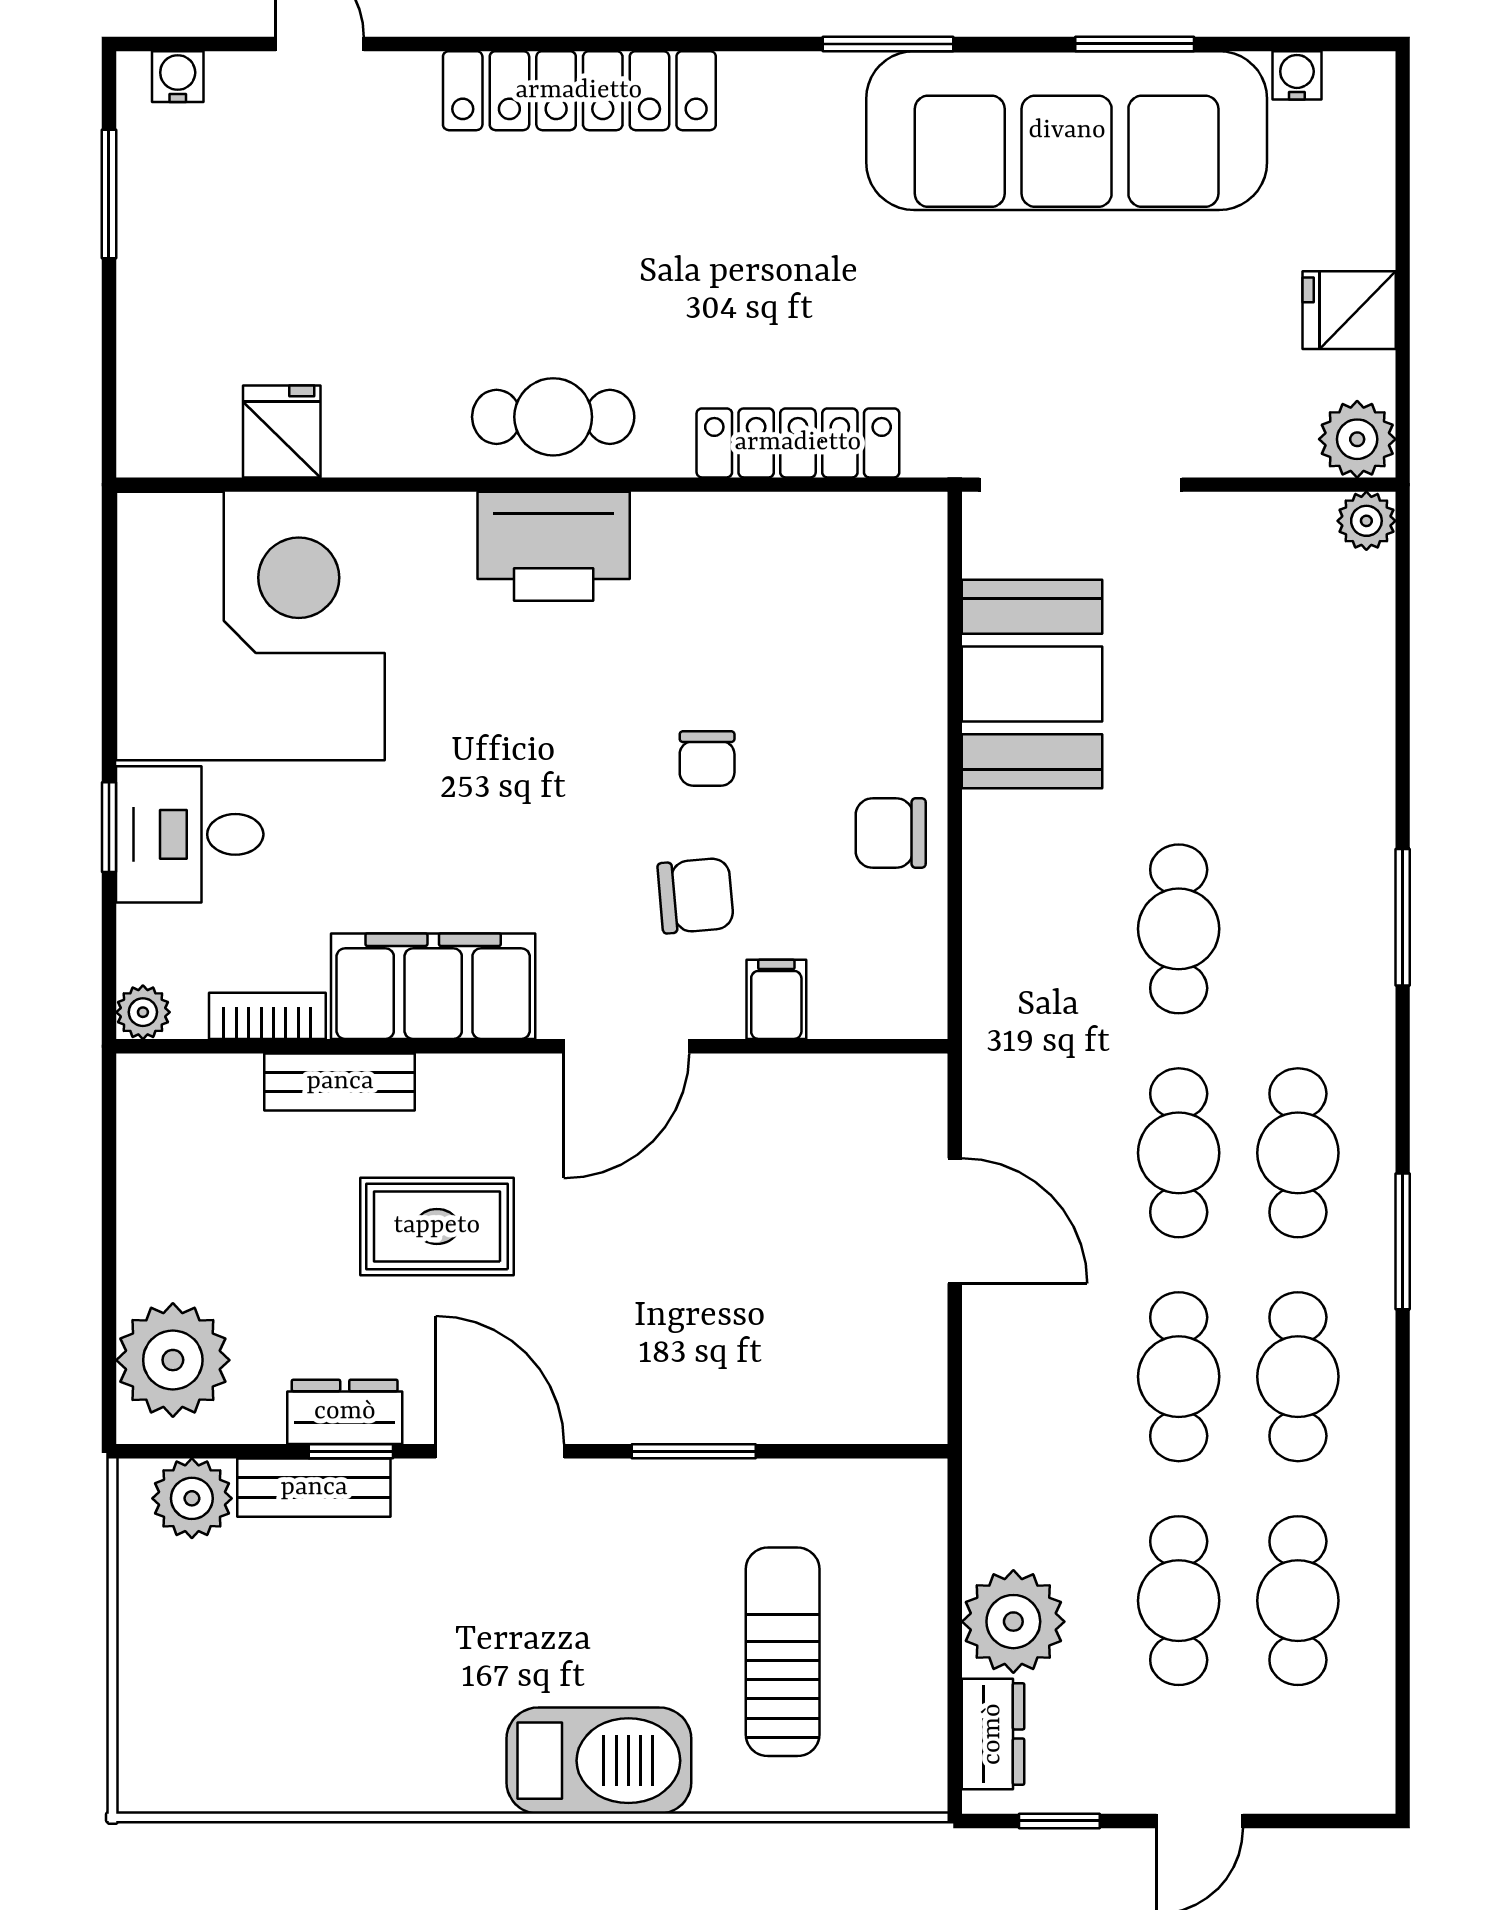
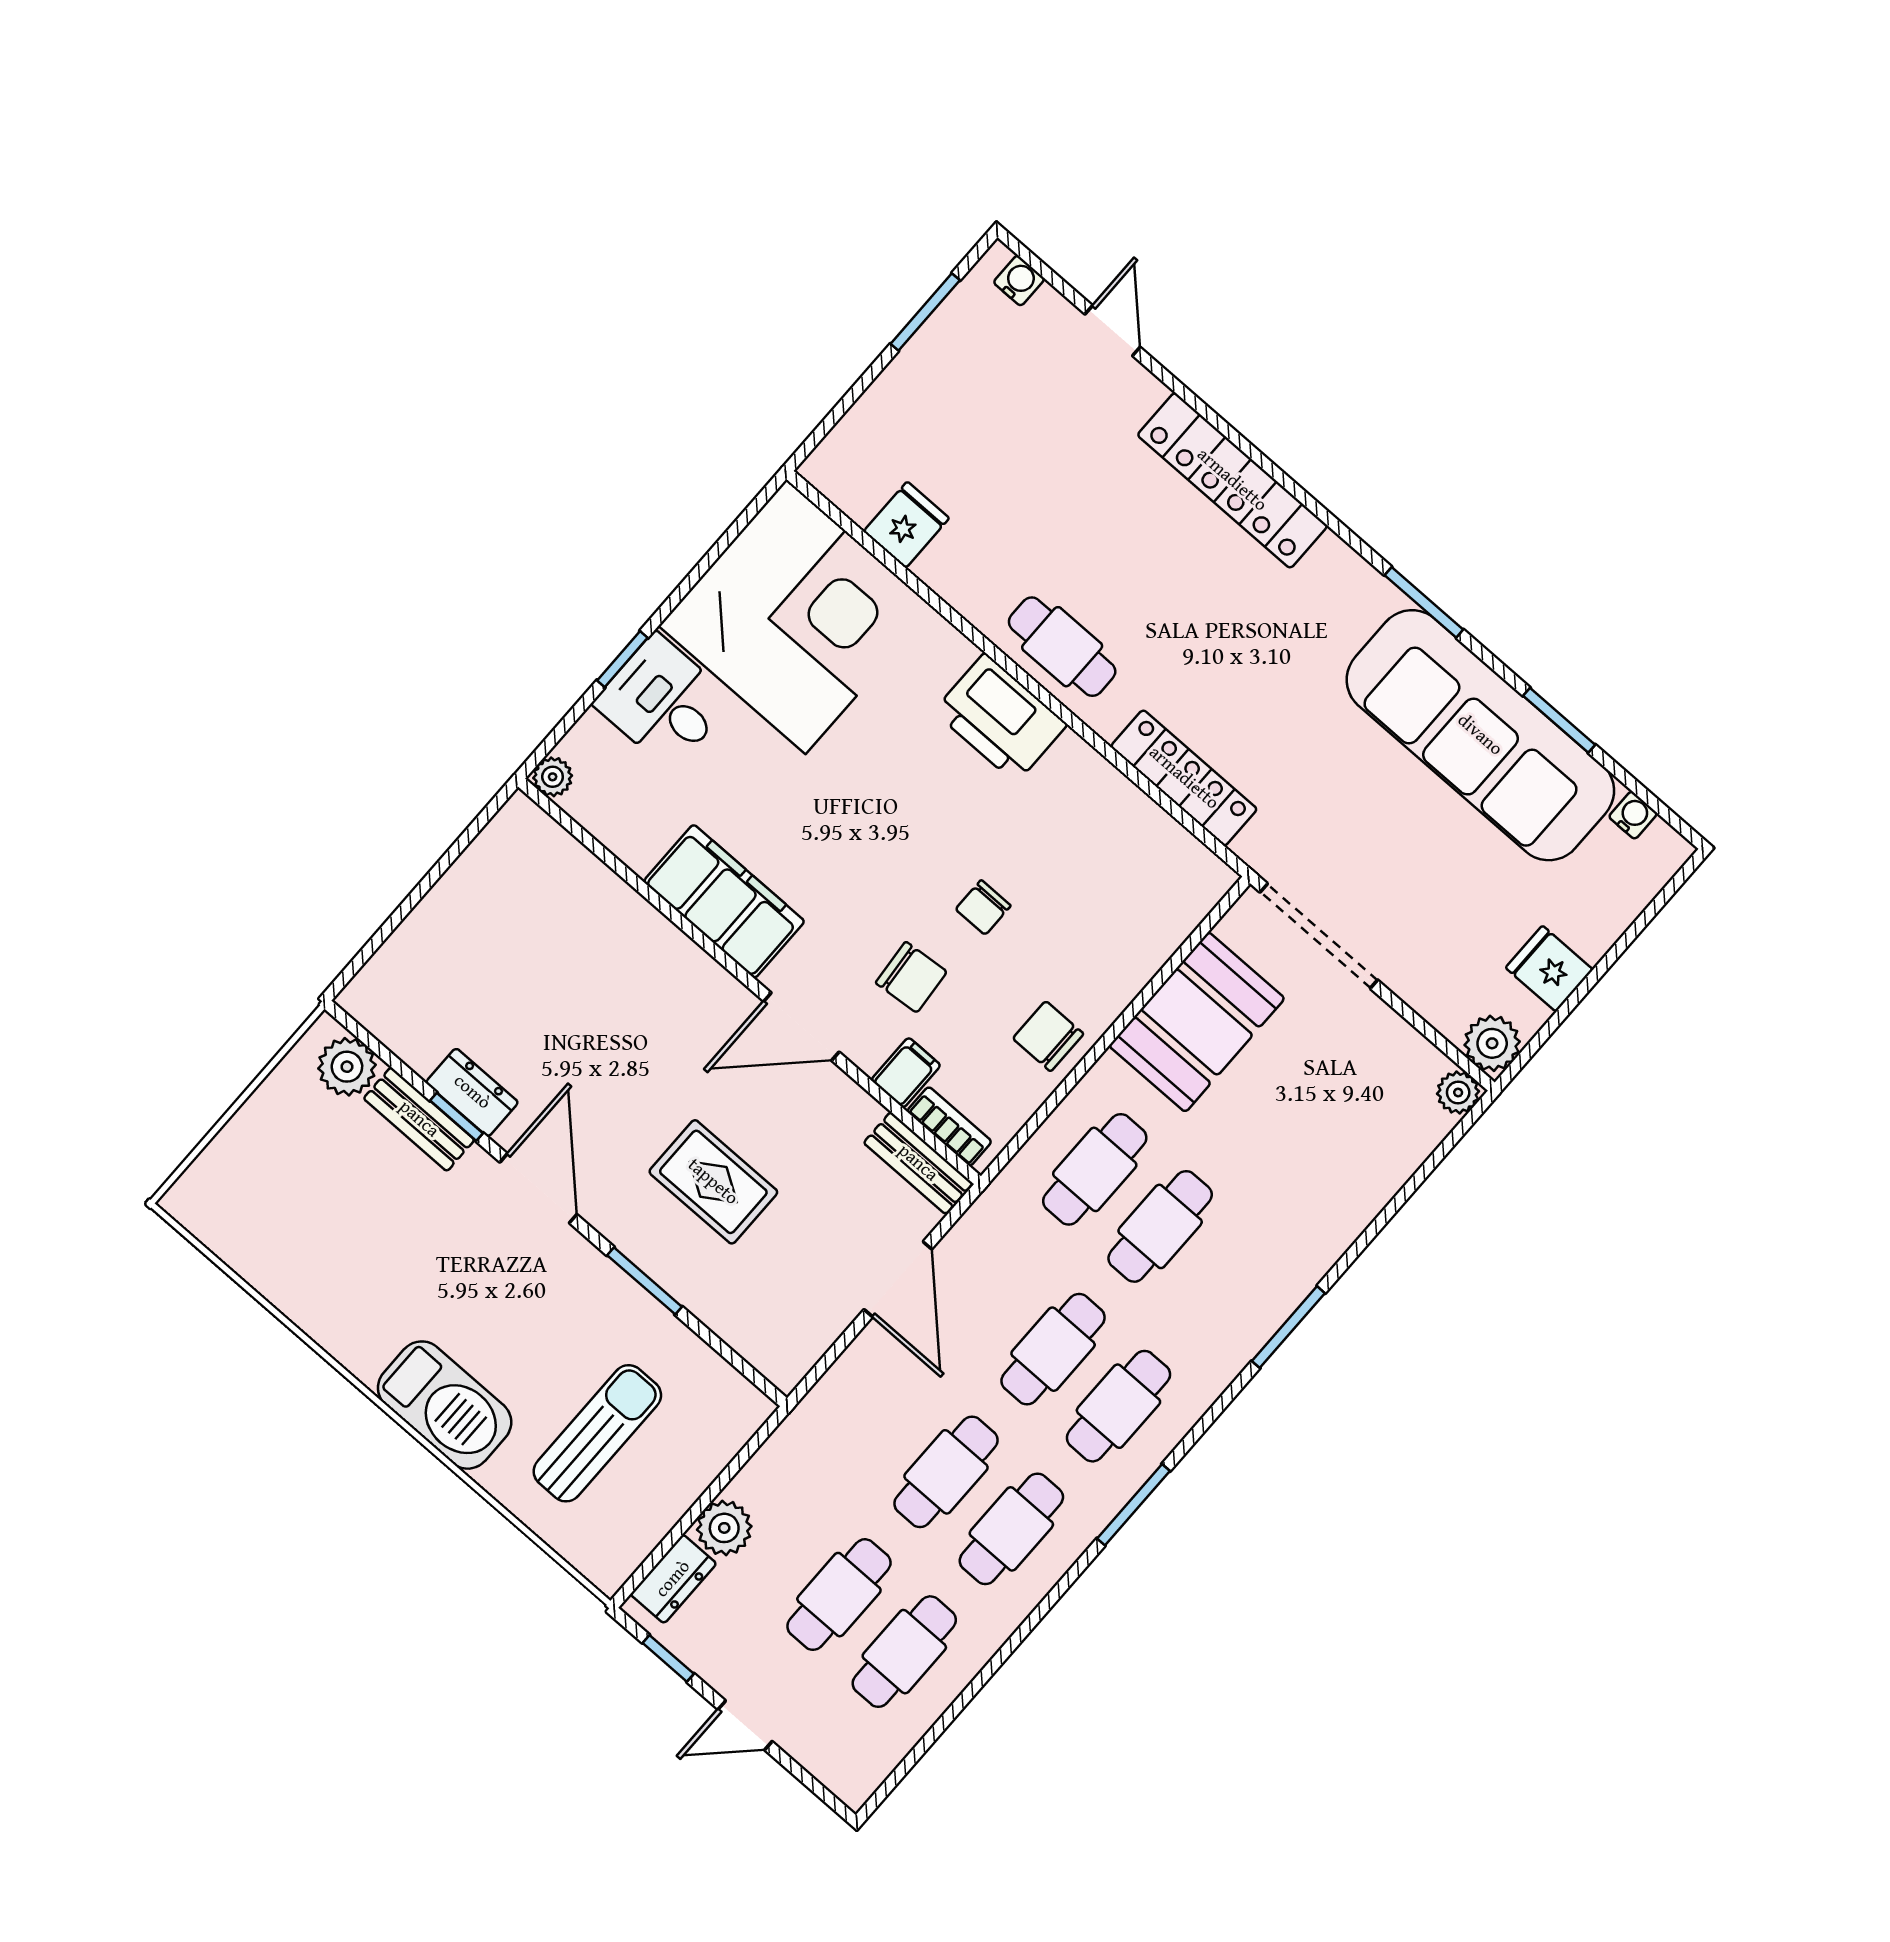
cafe table: (1059, 929) -> (1095, 1169), added
bookcase: (267, 1016) -> (949, 1126), moved
bench: (340, 1082) -> (918, 1163), moved
rug: (437, 1226) -> (713, 1182), moved
plant: (173, 1360) -> (403, 982), removed
plant: (1013, 1622) -> (724, 1528), width x0.73, depth x0.73

